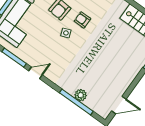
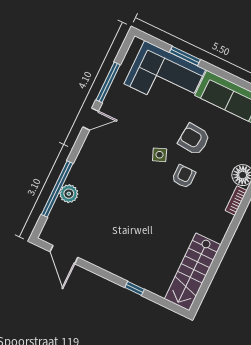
door: (35, 73) -> (91, 119), hinge flipped

